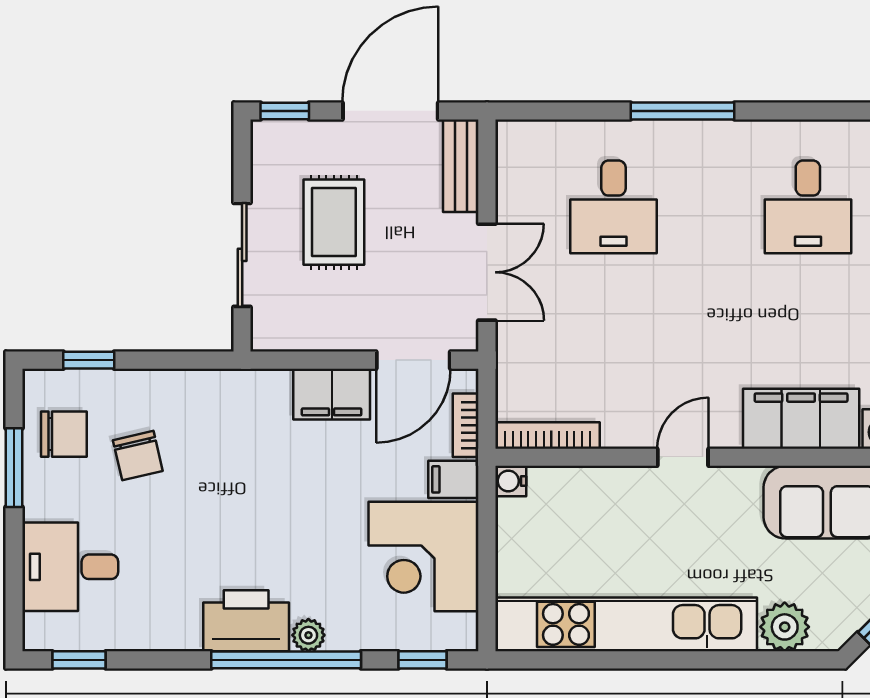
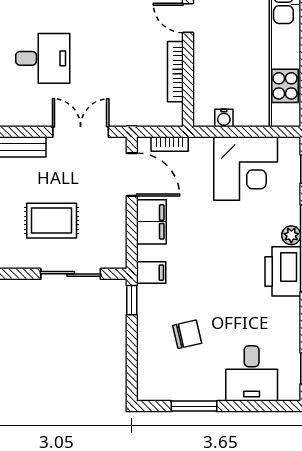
window: (89, 360) -> (132, 300), moved
chair: (64, 434) -> (175, 377), removed
bookcase: (548, 435) -> (175, 72), moved
filing cabinet: (453, 479) -> (151, 273), moved, turned -90
water cooler: (511, 481) -> (224, 118), moved

